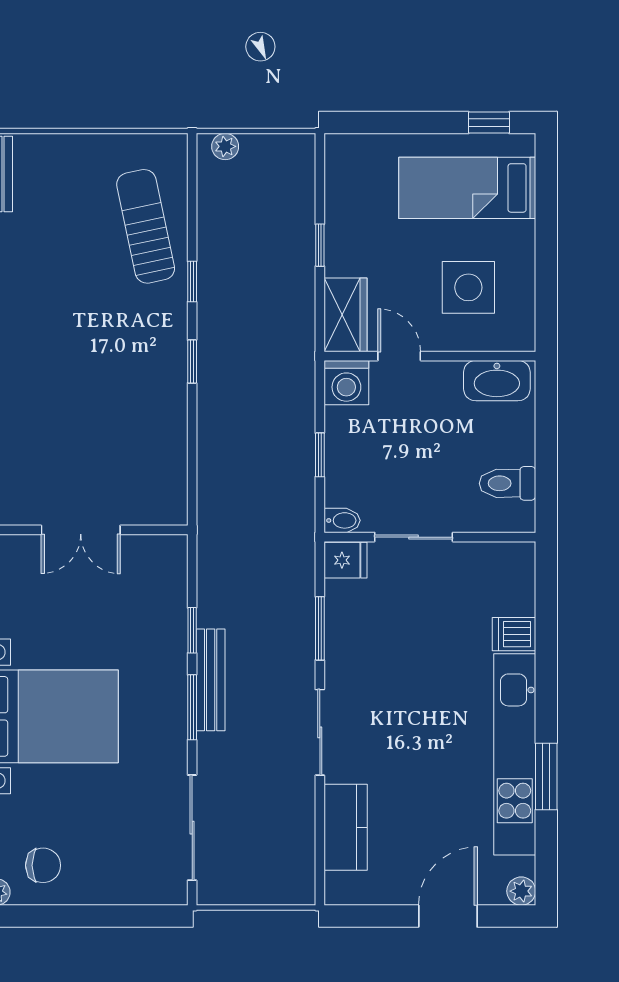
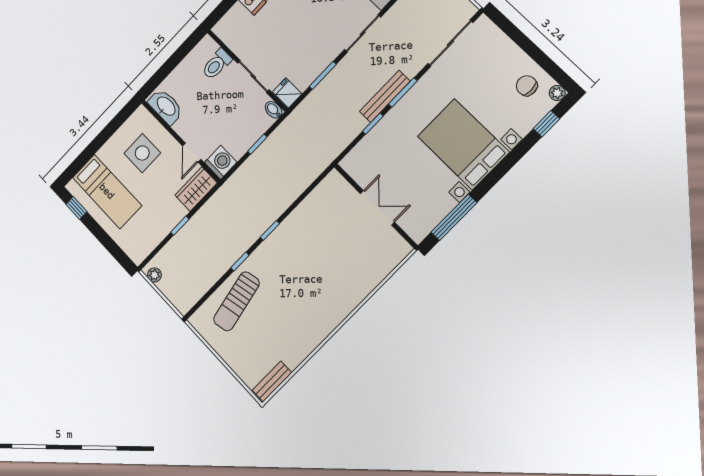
plant: (225, 146) -> (154, 275), moved
toilet: (508, 483) -> (217, 64), moved, turned 90

